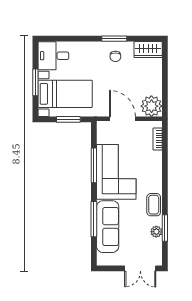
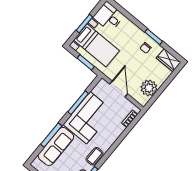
plant: (151, 106) -> (149, 88), moved

